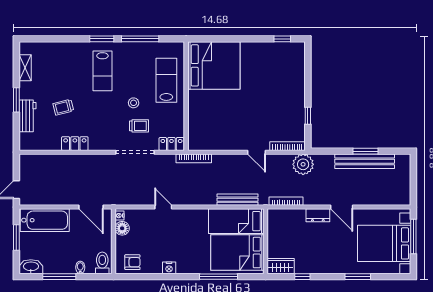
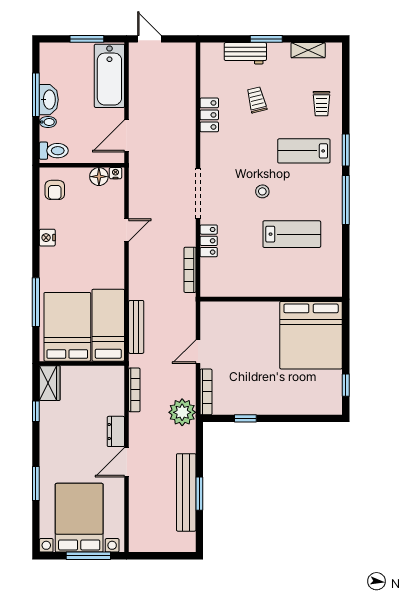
bed: (214, 65) -> (311, 335), moved
wall: (186, 96) -> (271, 299), moved
trolley: (139, 126) -> (321, 104), moved
washbasin: (31, 267) -> (49, 100), moved

